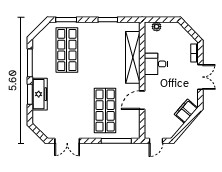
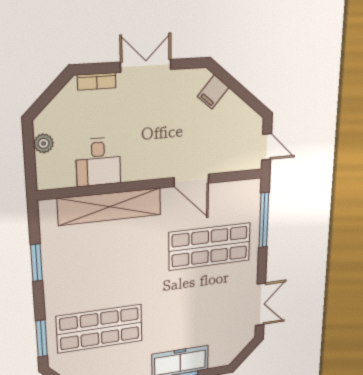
plant: (157, 27) -> (44, 143), moved
desk: (156, 64) -> (98, 162), moved
filing cabinet: (186, 111) -> (213, 92), width x0.50

